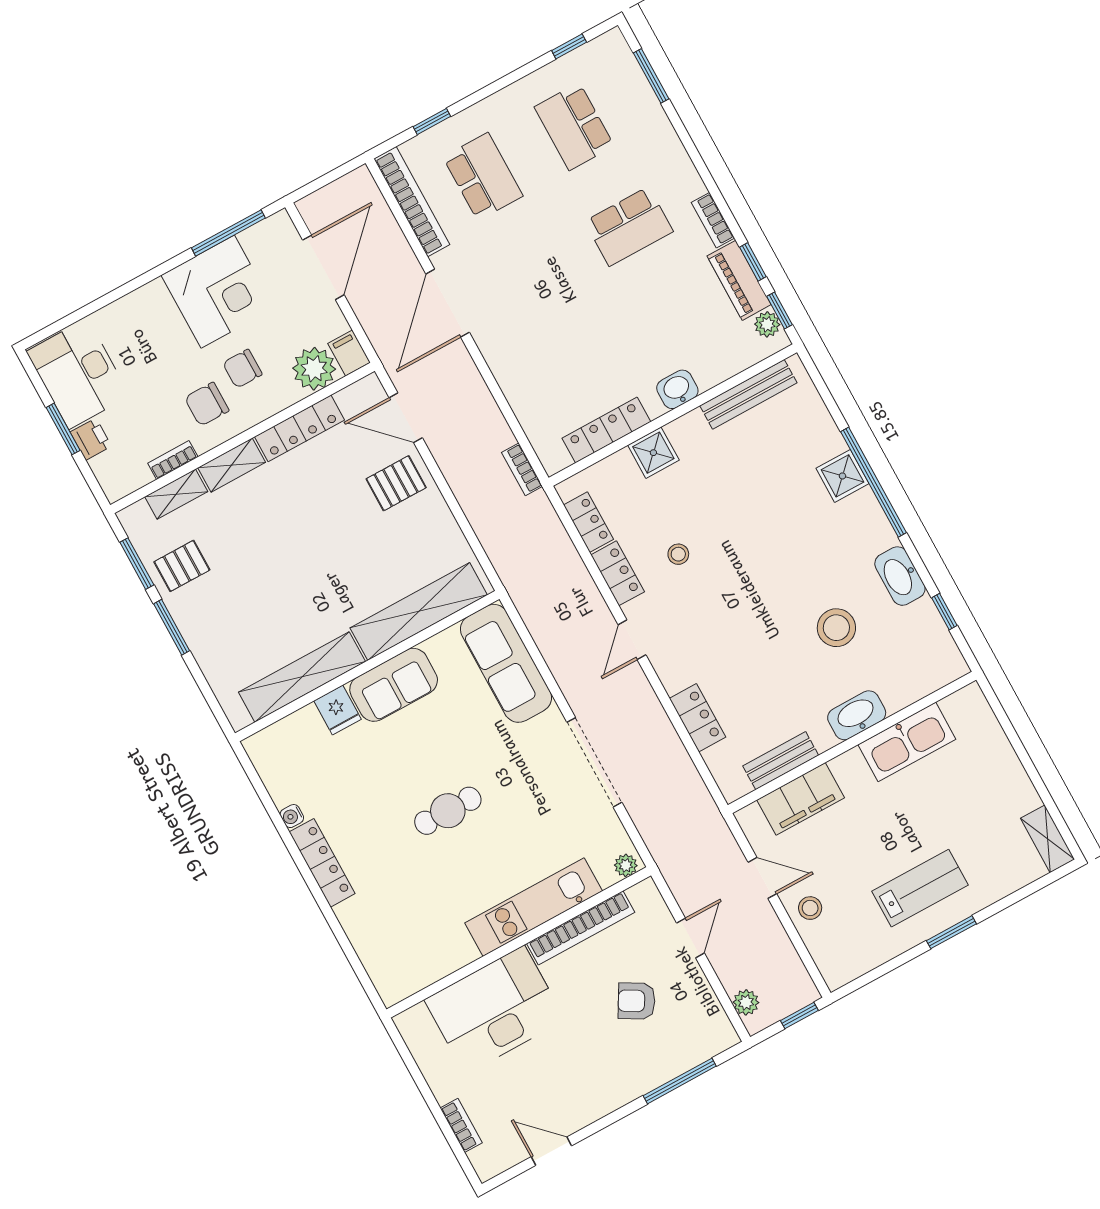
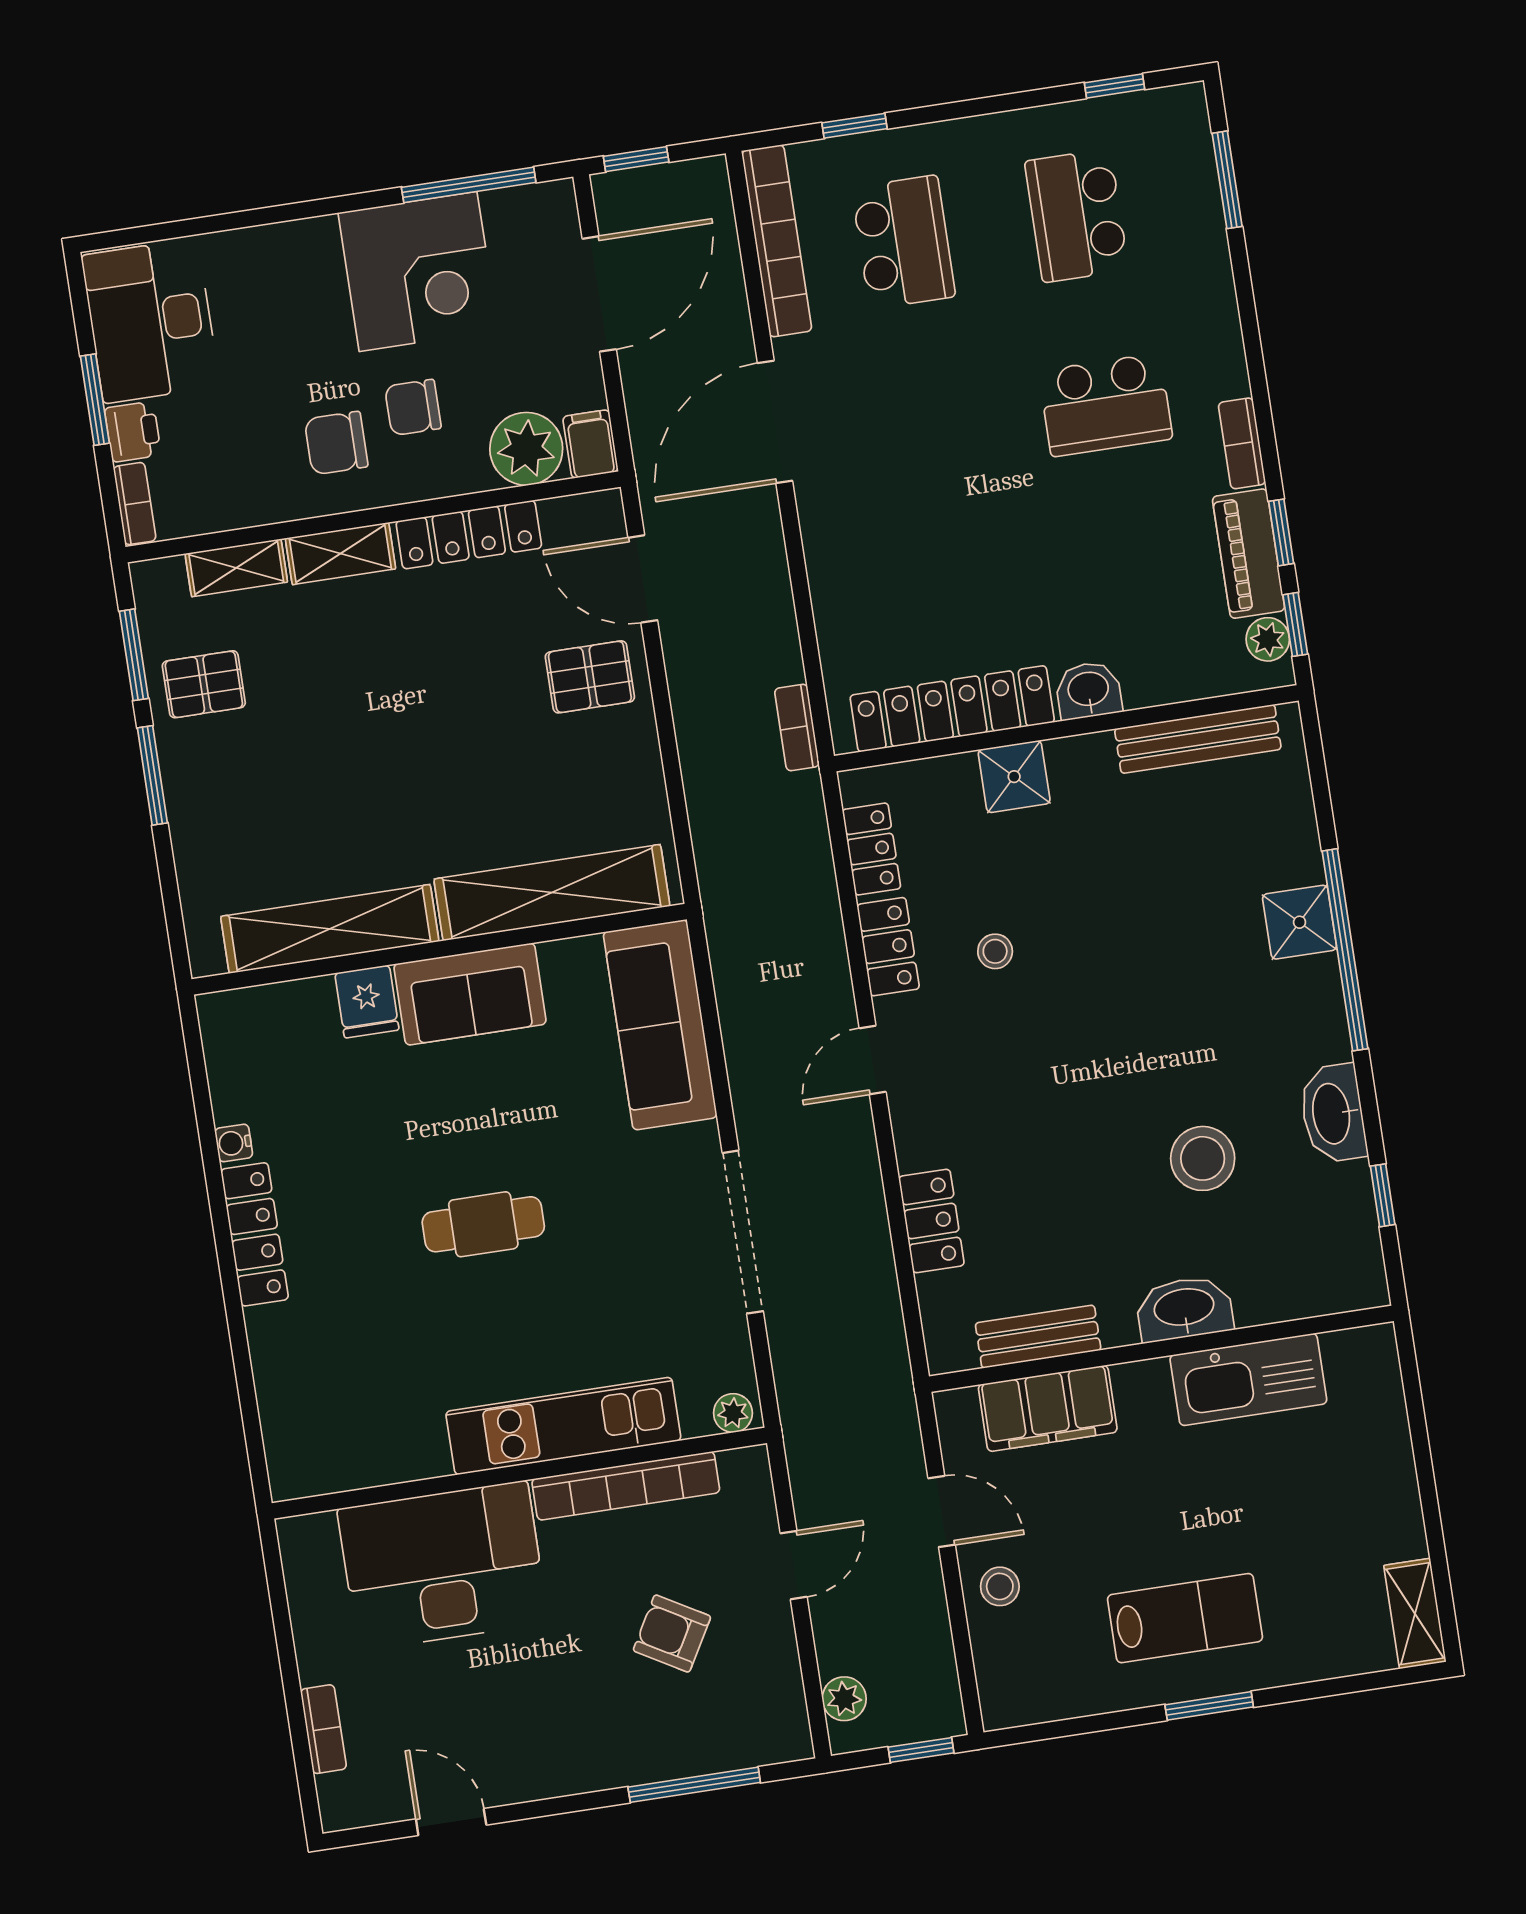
window: (317, 185) -> (636, 159), added
locker: (606, 430) -> (952, 709), width x1.41, depth x1.21
bookcase: (173, 460) -> (135, 504), moved, turned 90

